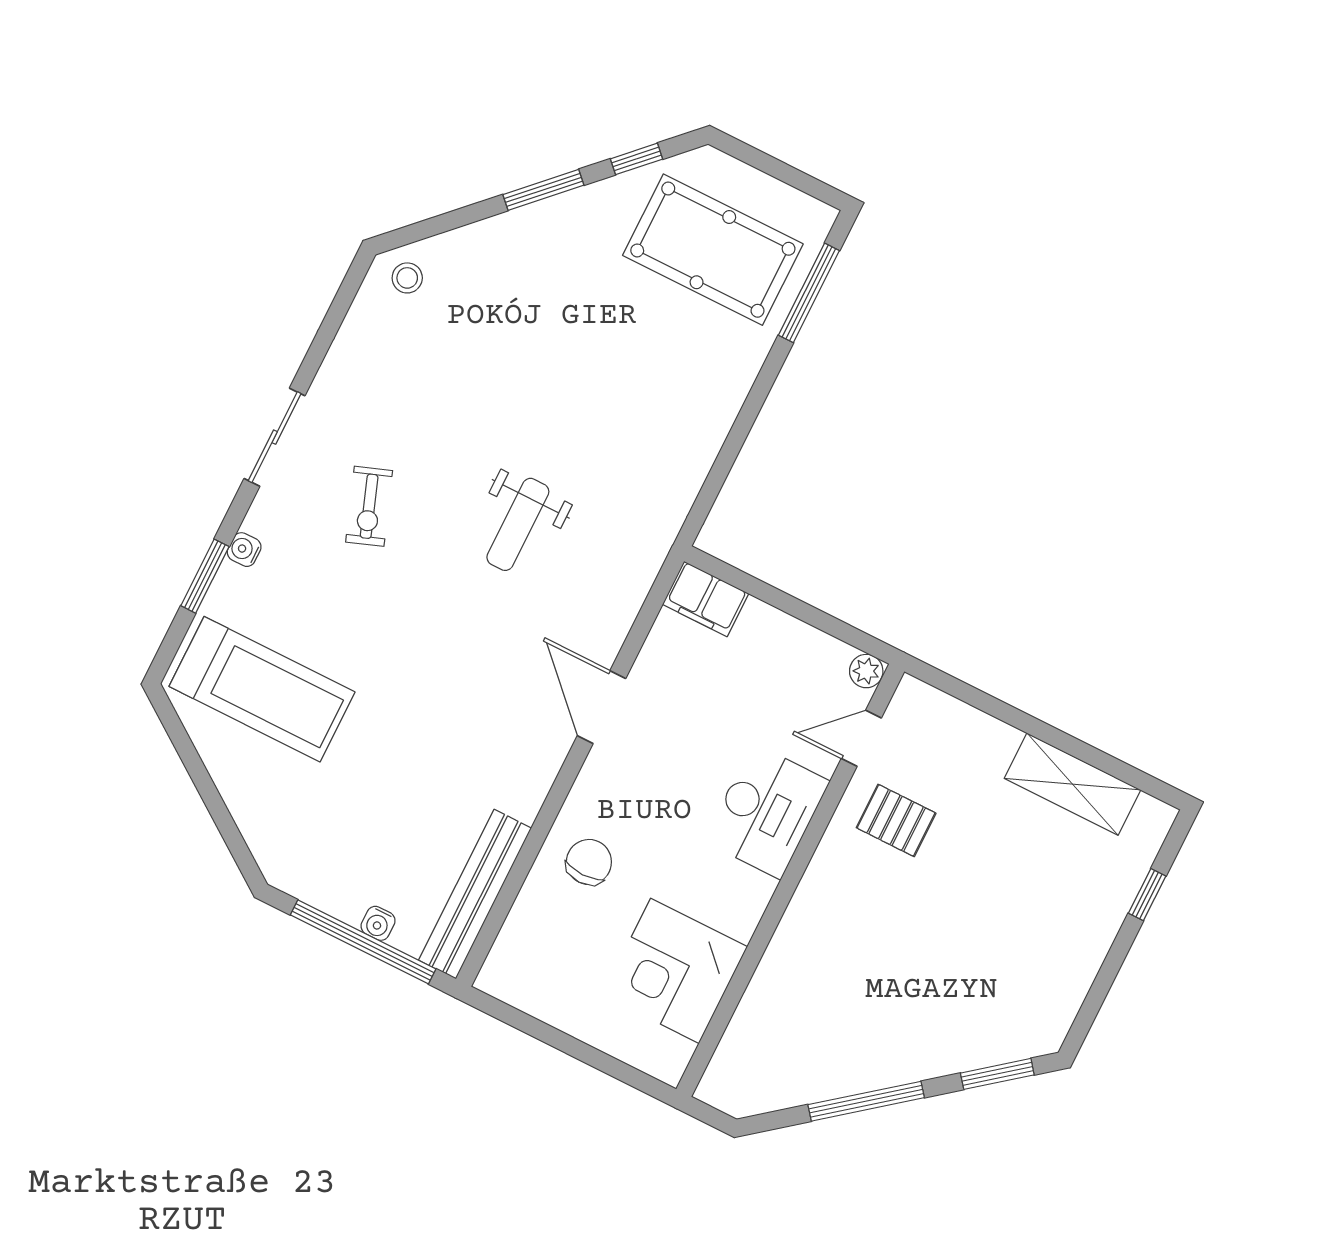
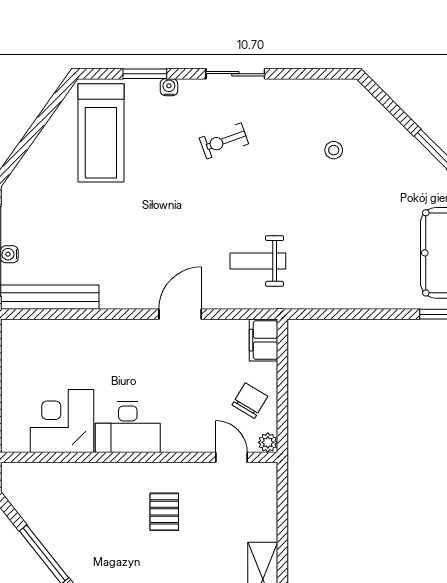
stool: (407, 278) -> (334, 150), moved
weight bench: (518, 524) -> (258, 261), moved
desk: (767, 811) -> (128, 427), moved
pallet: (896, 820) -> (164, 512), moved
chair: (589, 862) -> (250, 401), moved, turned -59

